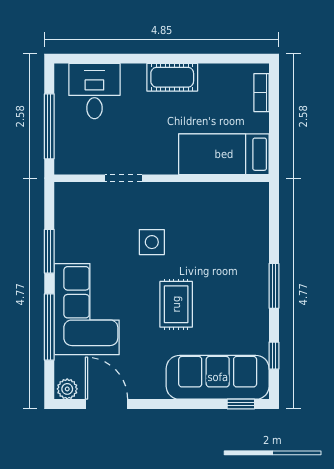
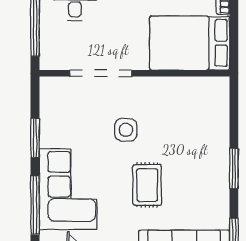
bed: (224, 154) -> (190, 43), width x1.50
doorway: (123, 178) -> (101, 73), width x1.88

